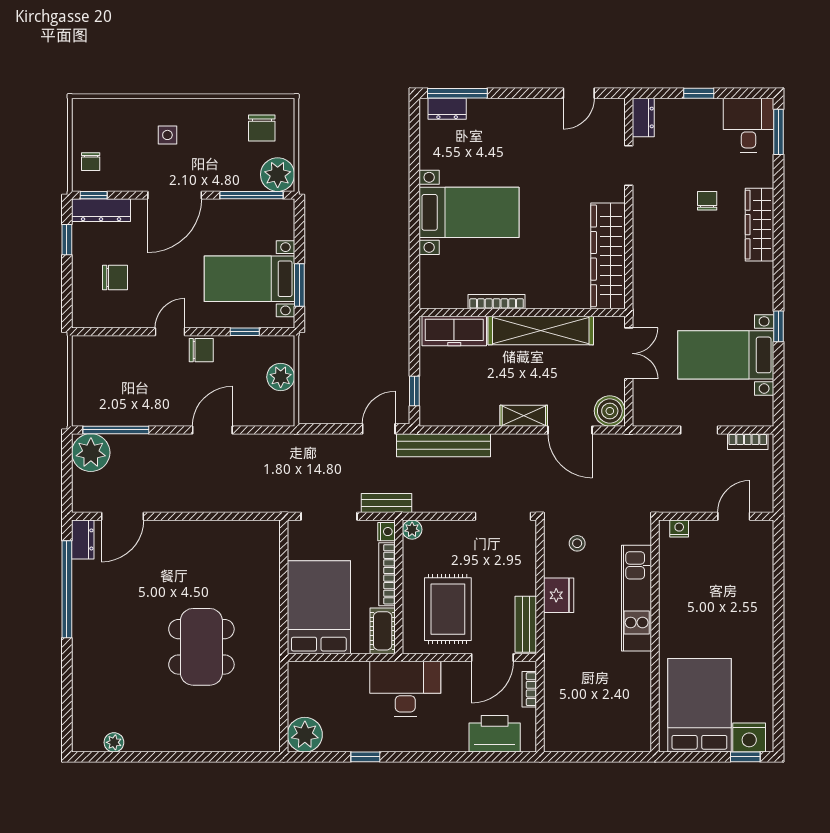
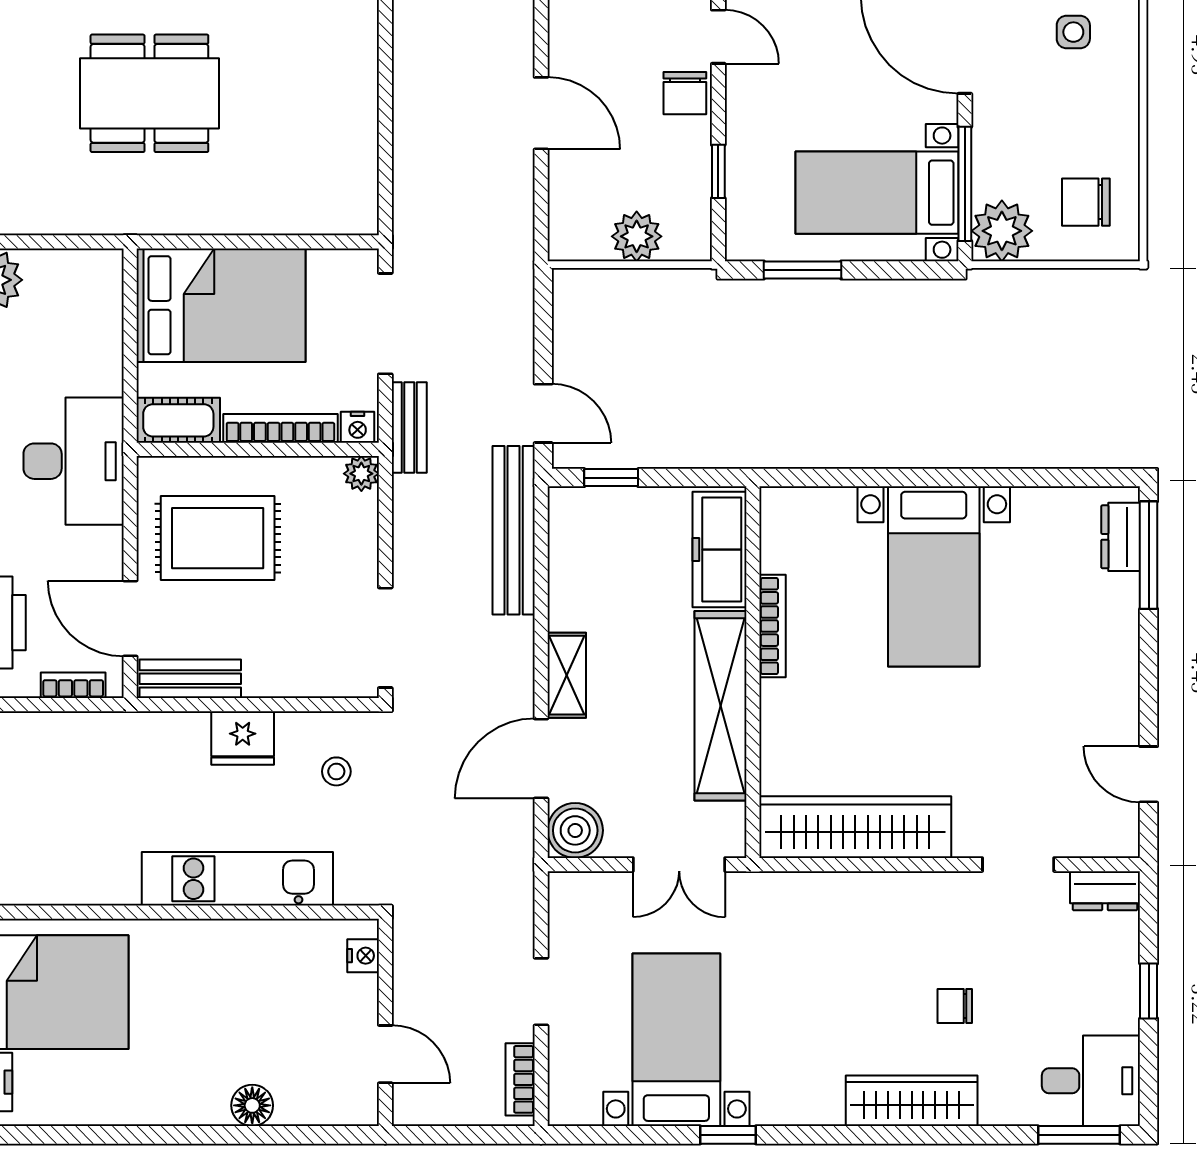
chair: (707, 201) -> (955, 1006), turned 180
bed with nightstands: (249, 279) -> (877, 193), moved, turned -90
floor lamp: (762, 590) -> (252, 1105), added

